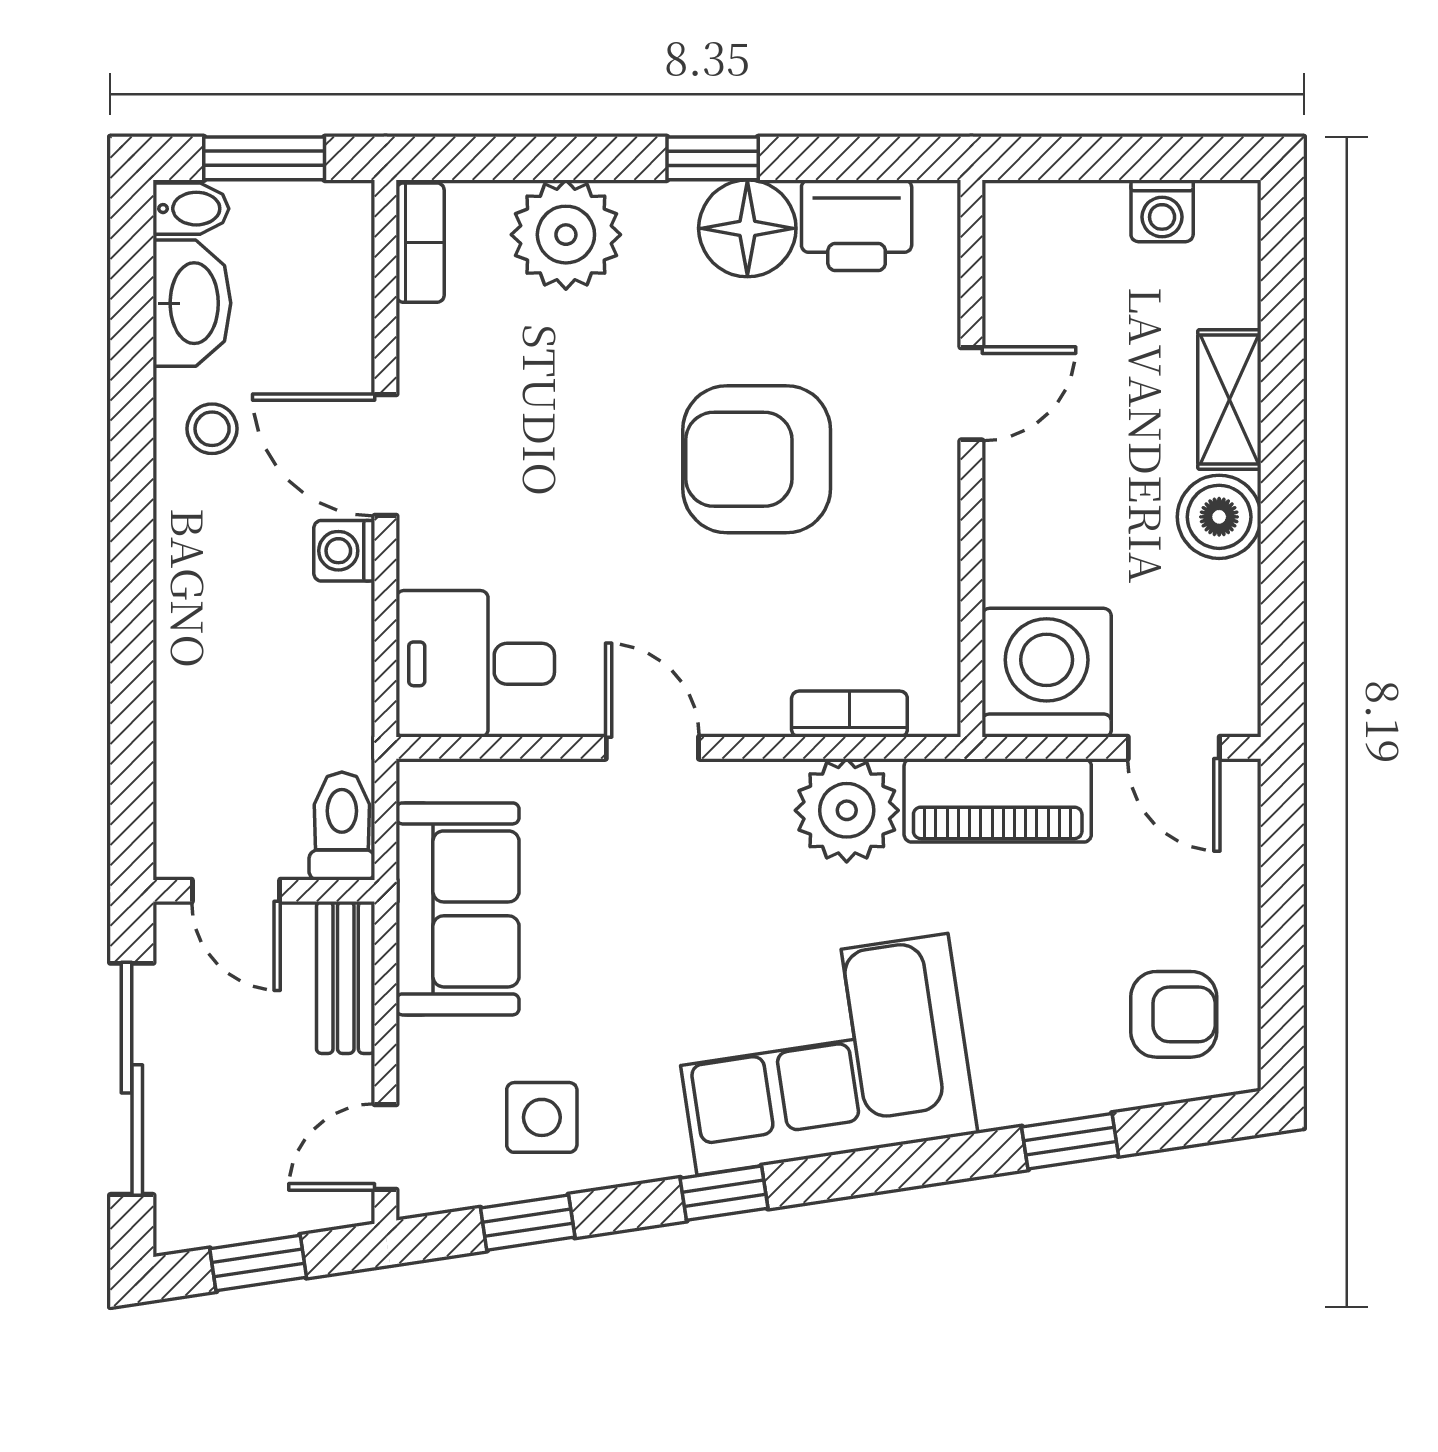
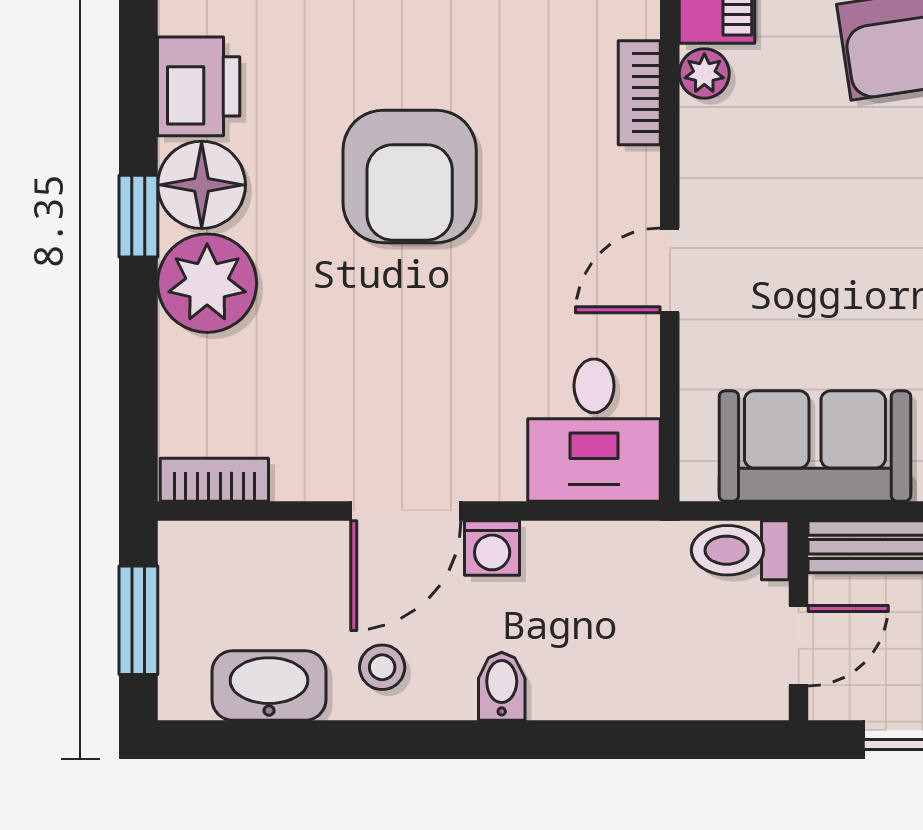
bidet: (191, 209) -> (502, 686), moved
plant: (566, 235) -> (207, 283), moved
plant: (847, 810) -> (704, 73), width x0.53, depth x0.53

